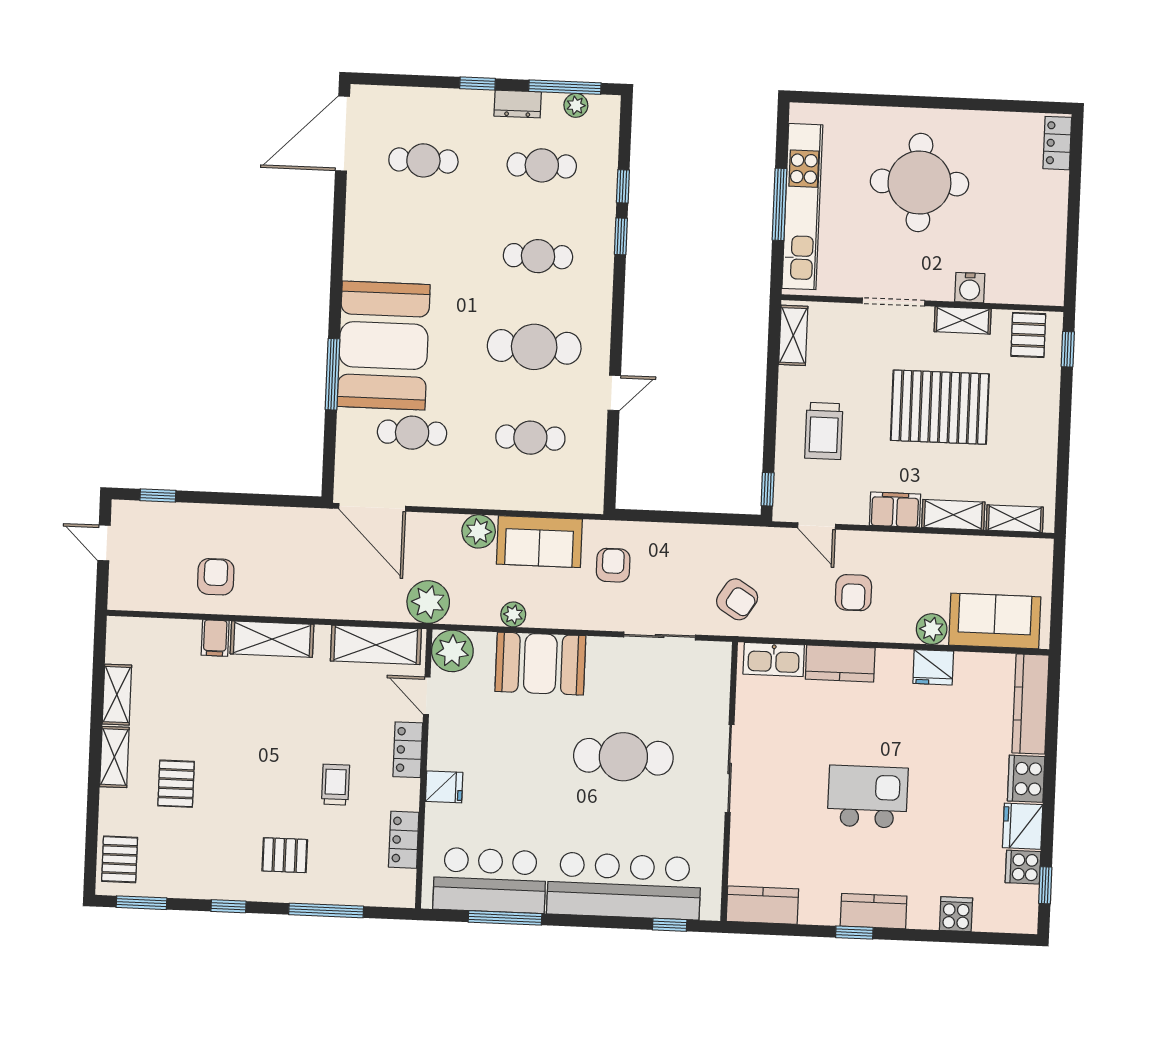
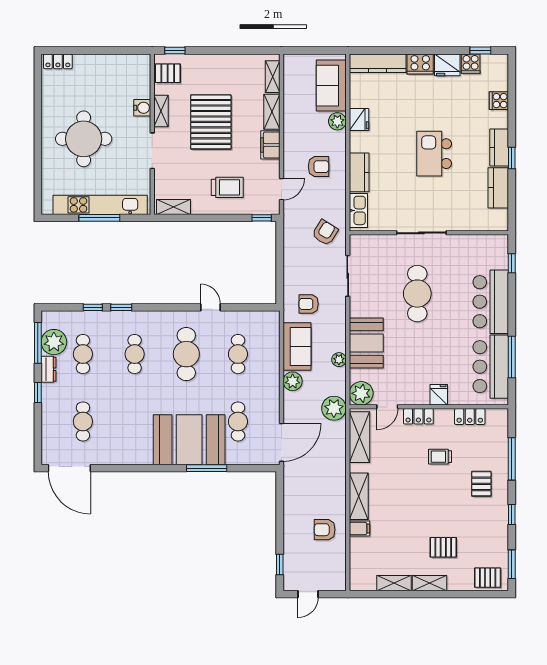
plant: (576, 105) -> (54, 342), width x1.87, depth x1.87
bar counter: (624, 886) -> (491, 302), width x0.73
kitchen counter: (762, 905) -> (498, 188), moved

